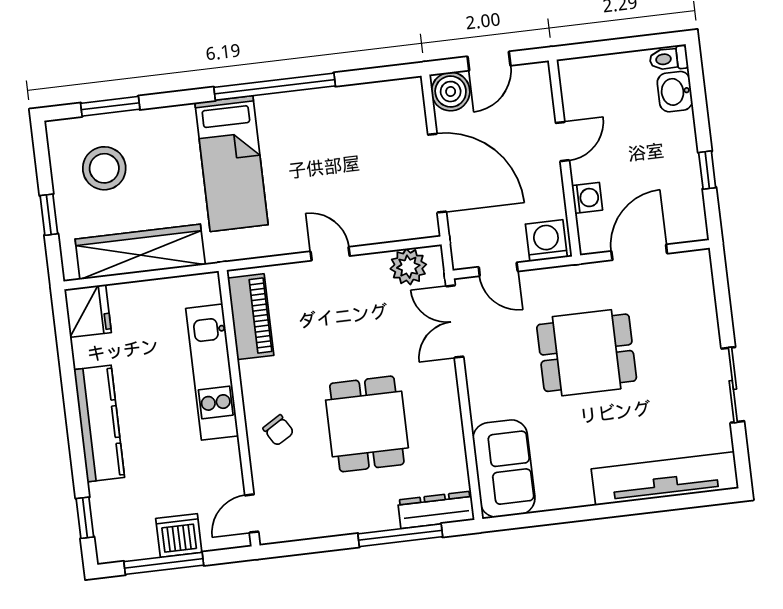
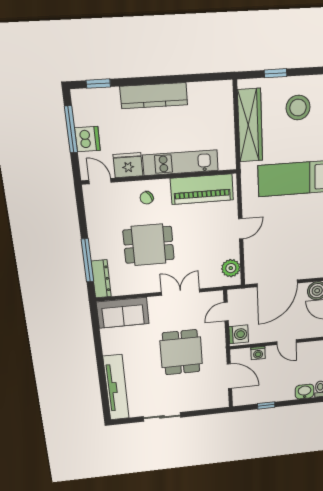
fridge: (88, 311) -> (128, 165), moved, turned 180
piano: (251, 317) -> (202, 189), width x1.37, depth x1.33
double door: (455, 321) -> (181, 292), moved

